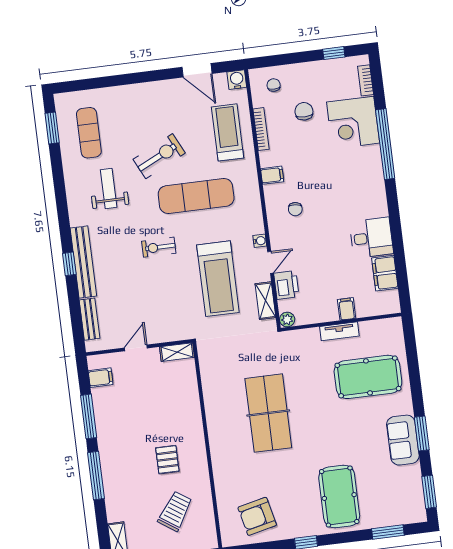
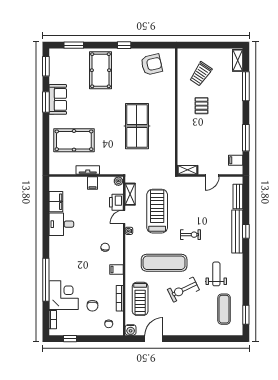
door: (197, 70) -> (154, 339), hinge flipped
weight bench: (109, 188) -> (216, 274), turned 180
filing cabinet: (347, 309) -> (93, 183), moved
window: (96, 476) -> (246, 86), moved

